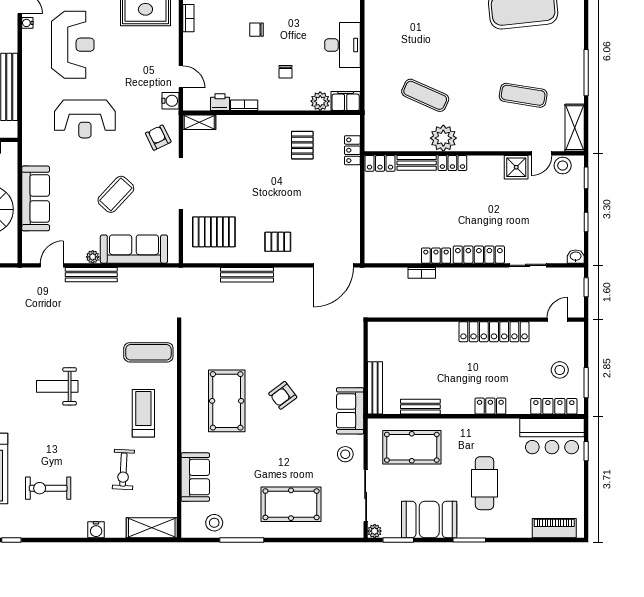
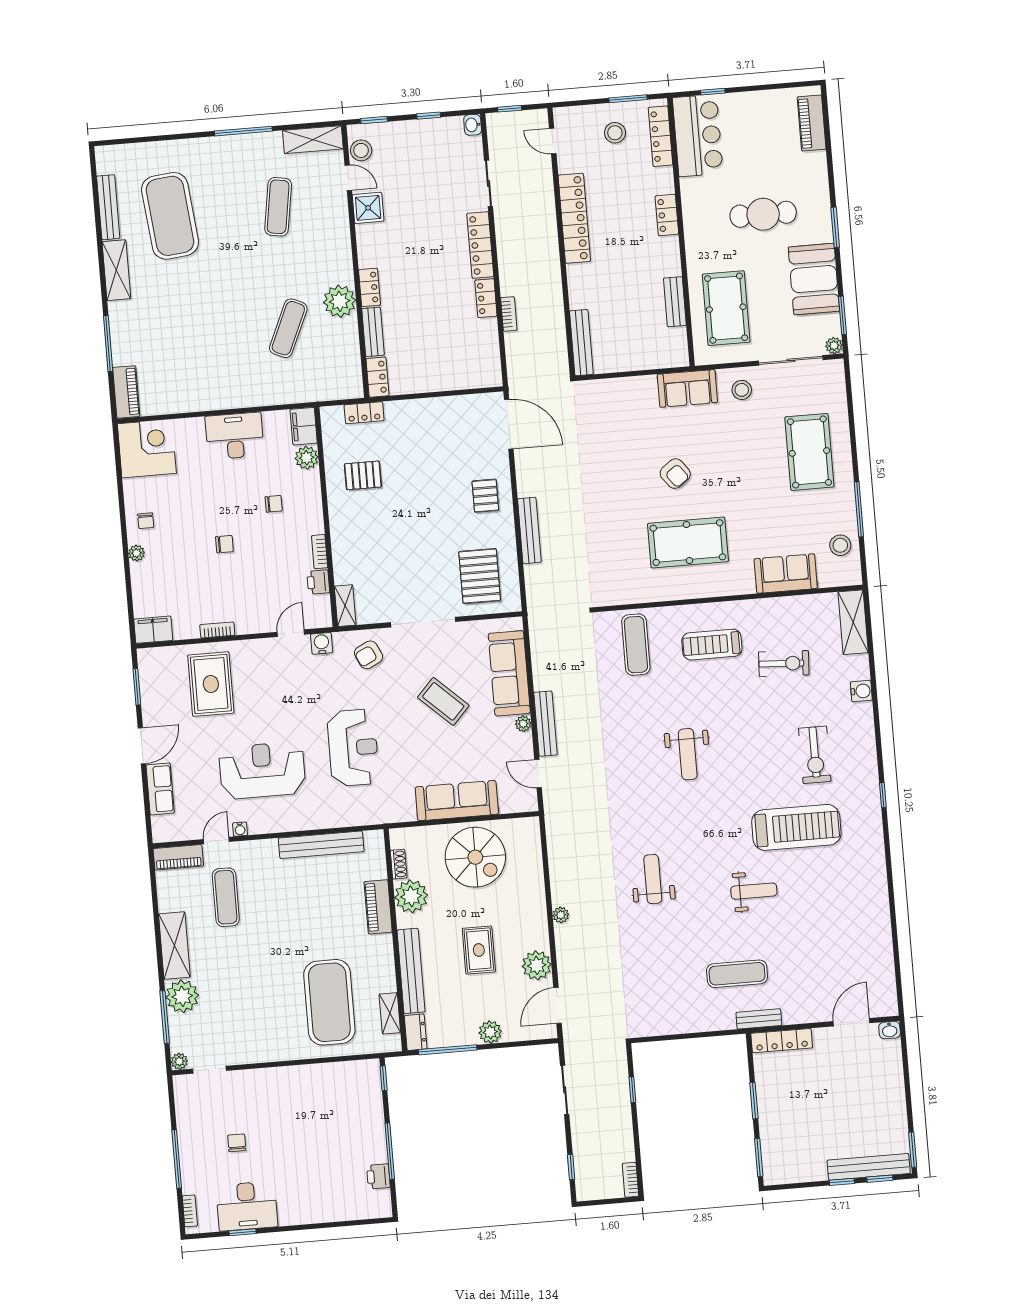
chair: (257, 30) -> (224, 544), turned -90
bench: (375, 388) -> (581, 343), moved, turned 90

